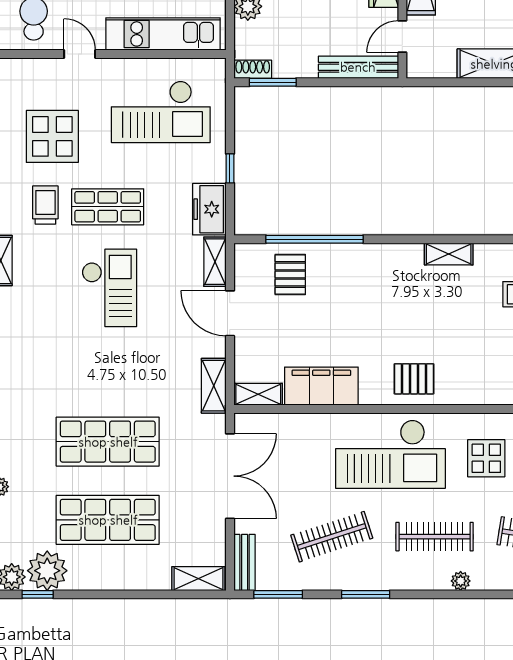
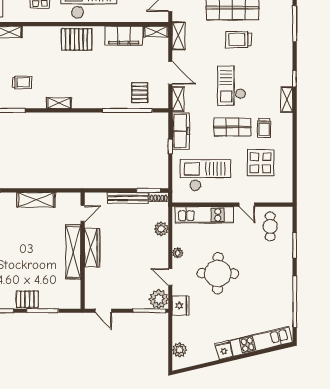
bench: (358, 67) -> (128, 198), moved
freezer: (209, 209) -> (181, 131), width x1.40
trolley: (96, 379) -> (238, 40), added
pallet: (414, 379) -> (77, 39), width x1.50, depth x1.42

